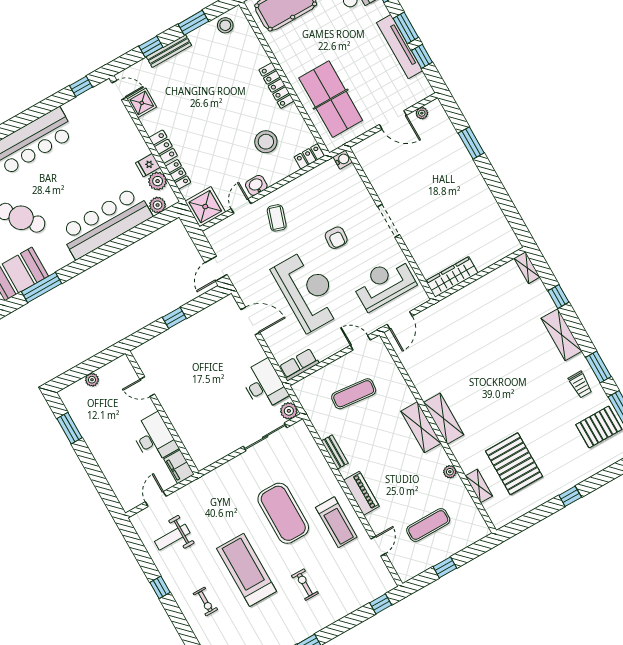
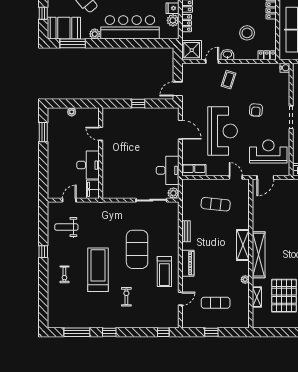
plant: (158, 205) -> (95, 34), moved
shelving: (444, 419) -> (259, 255), width x1.47

